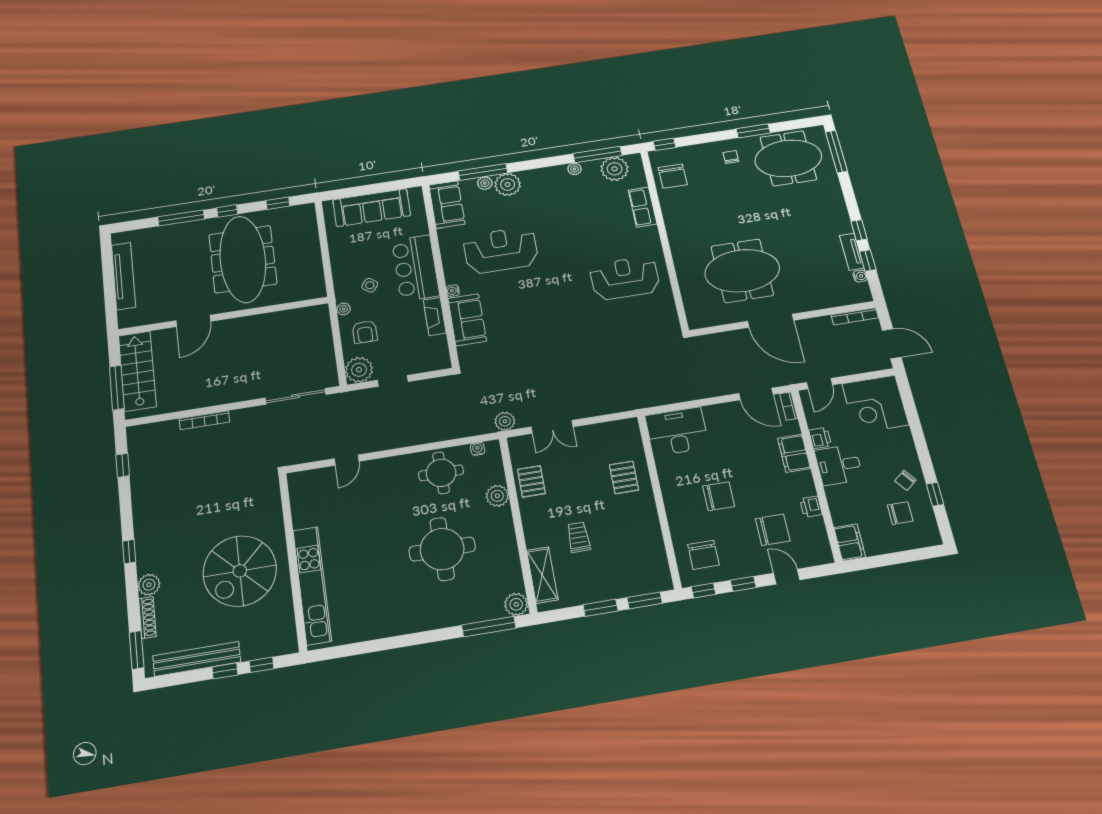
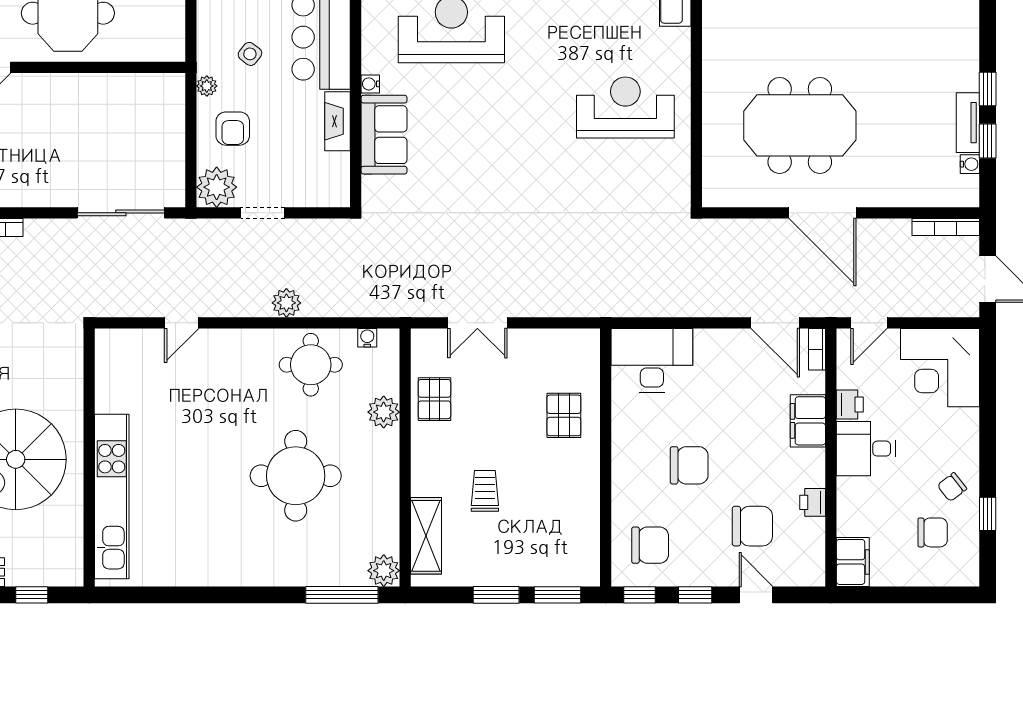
plant: (505, 421) -> (286, 303), moved
chair: (703, 555) -> (650, 545), turned -90

